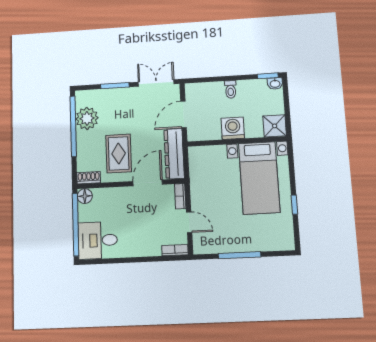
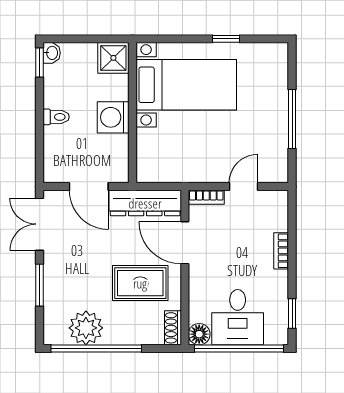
desk: (98, 240) -> (238, 317), moved
bookcase: (175, 250) -> (281, 251), moved
window: (101, 261) -> (292, 313), added

